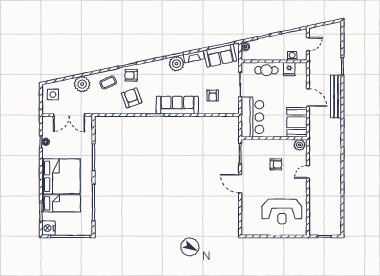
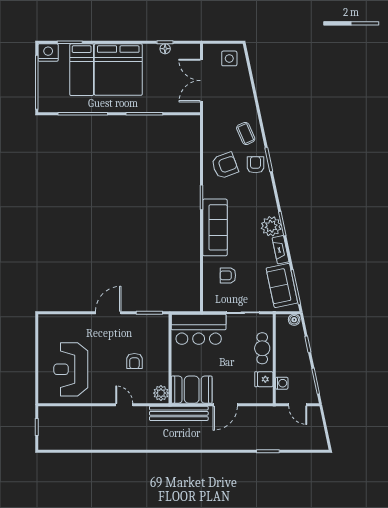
plant: (82, 84) -> (243, 98), removed
bench: (336, 97) -> (179, 413), moved

